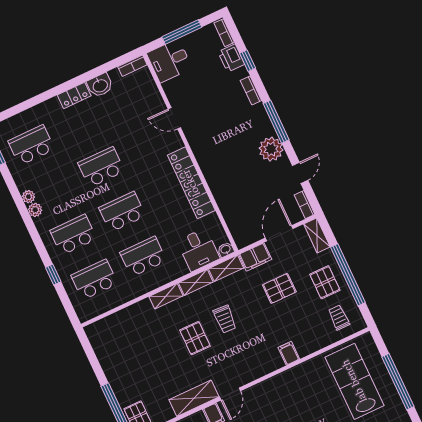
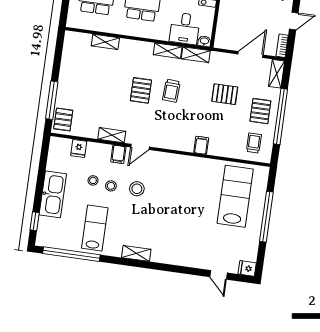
filing cabinet: (255, 257) -> (222, 60), removed
shelving: (166, 296) -> (105, 42), moved
shelving: (194, 398) -> (112, 135), width x0.67, depth x0.75

